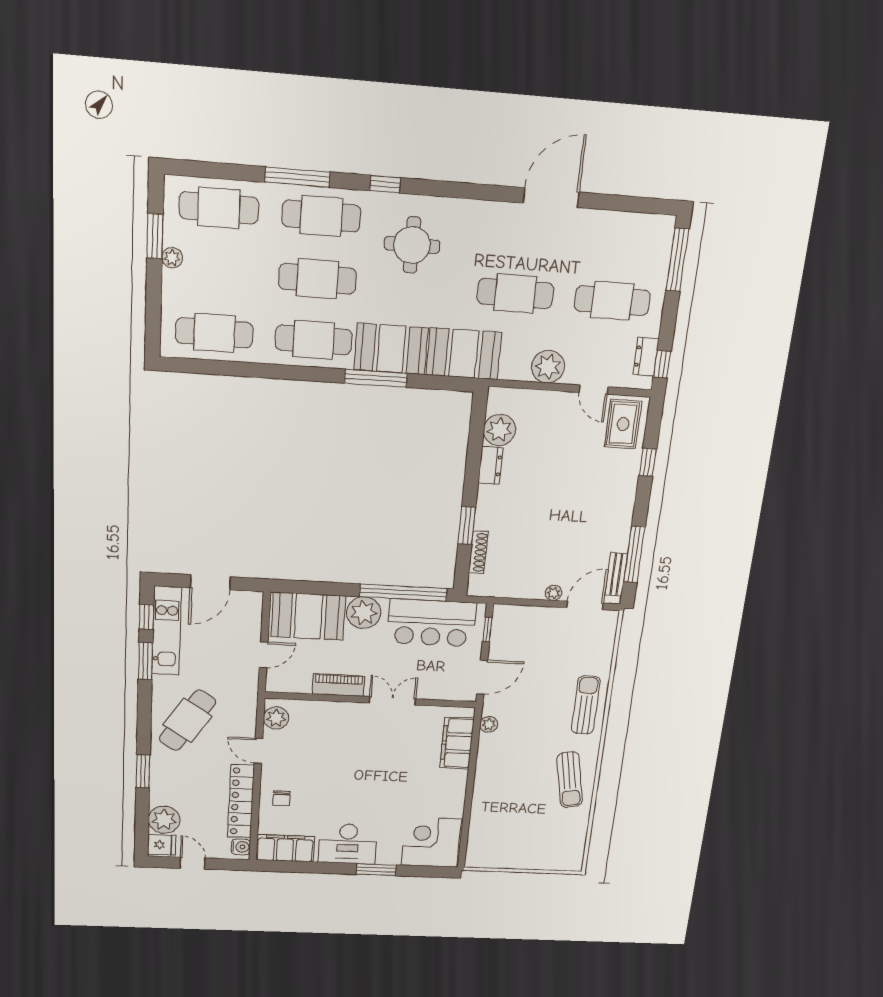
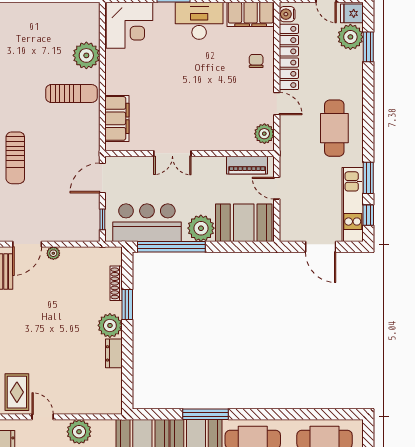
plant: (499, 430) -> (110, 325), moved
door: (210, 582) -> (321, 247), swing flipped
door: (264, 655) -> (277, 188), hinge flipped
piano: (339, 685) -> (247, 165), moved
cafe table: (187, 720) -> (334, 128), turned -33
plant: (489, 724) -> (86, 55), moved, width x1.88, depth x1.88
window: (143, 771) -> (368, 47), moved
sun lounger: (570, 780) -> (71, 93), moved, turned 101

